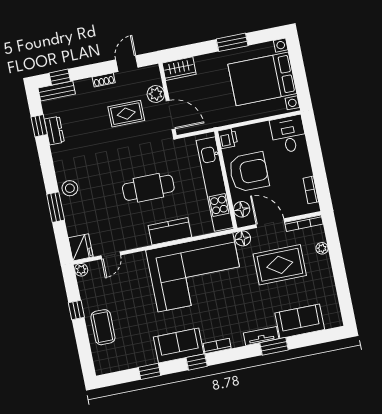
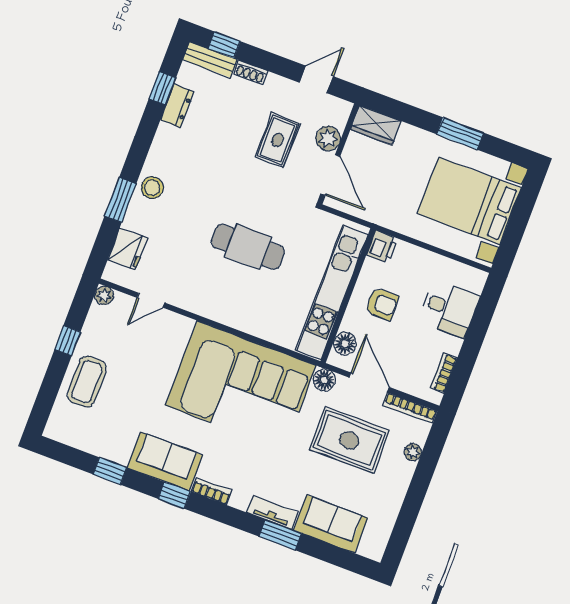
shoe rack: (104, 80) -> (251, 72), moved
rug: (126, 114) -> (277, 140), turned 90
desk: (288, 134) -> (449, 308), moved, turned 90
armchair: (249, 172) -> (382, 304), width x0.53, depth x0.53
kitchen counter: (170, 231) -> (241, 316), removed
fridge: (81, 247) -> (127, 249), moved

